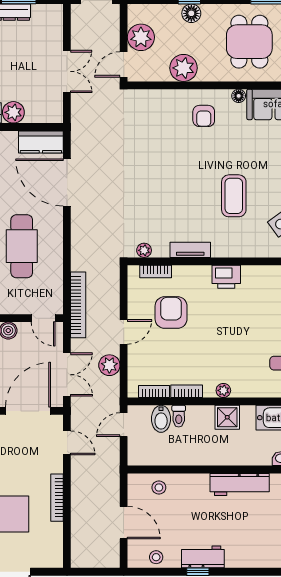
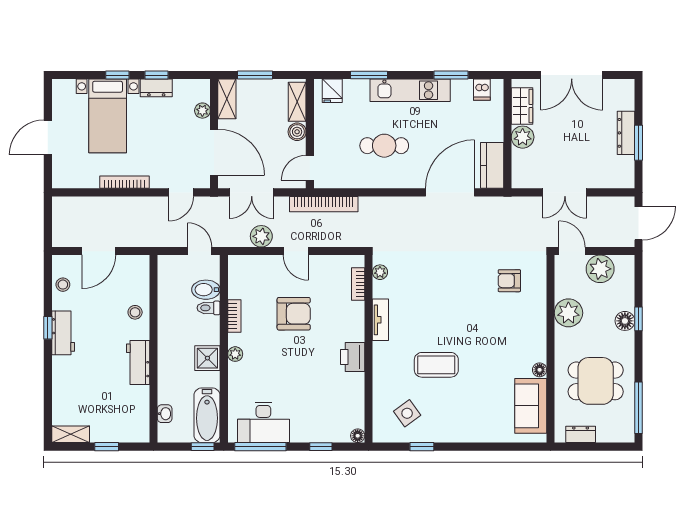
armchair: (204, 116) -> (509, 281), moved
cafe table: (22, 246) -> (384, 146), width x0.73, depth x0.74
armchair: (171, 312) -> (294, 314), moved
bookcase: (154, 391) -> (234, 282), removed
workbench: (240, 484) -> (138, 362), width x0.73
stool: (159, 488) -> (135, 312), moved

